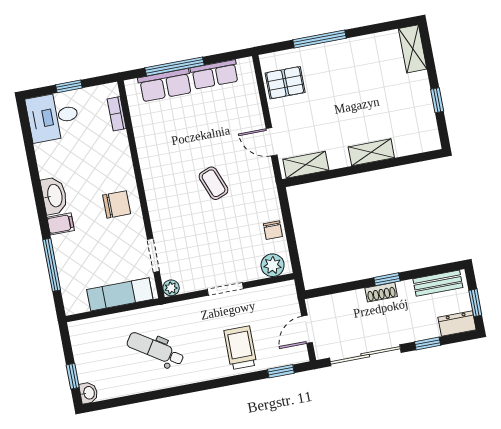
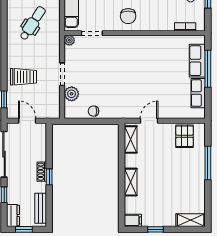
filing cabinet: (430, 138) -> (133, 220), added
coffee table: (214, 183) -> (130, 79), removed
plant: (273, 265) -> (72, 94), moved

